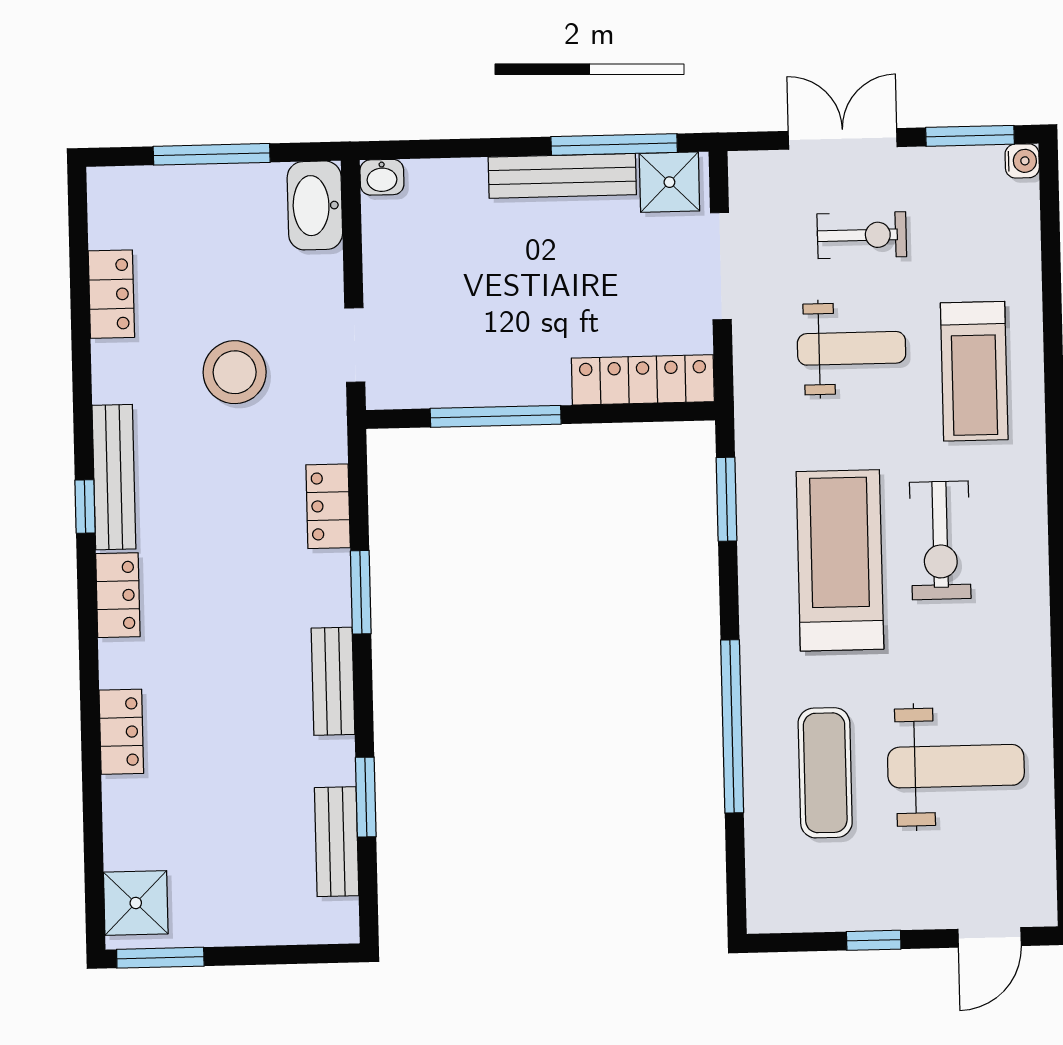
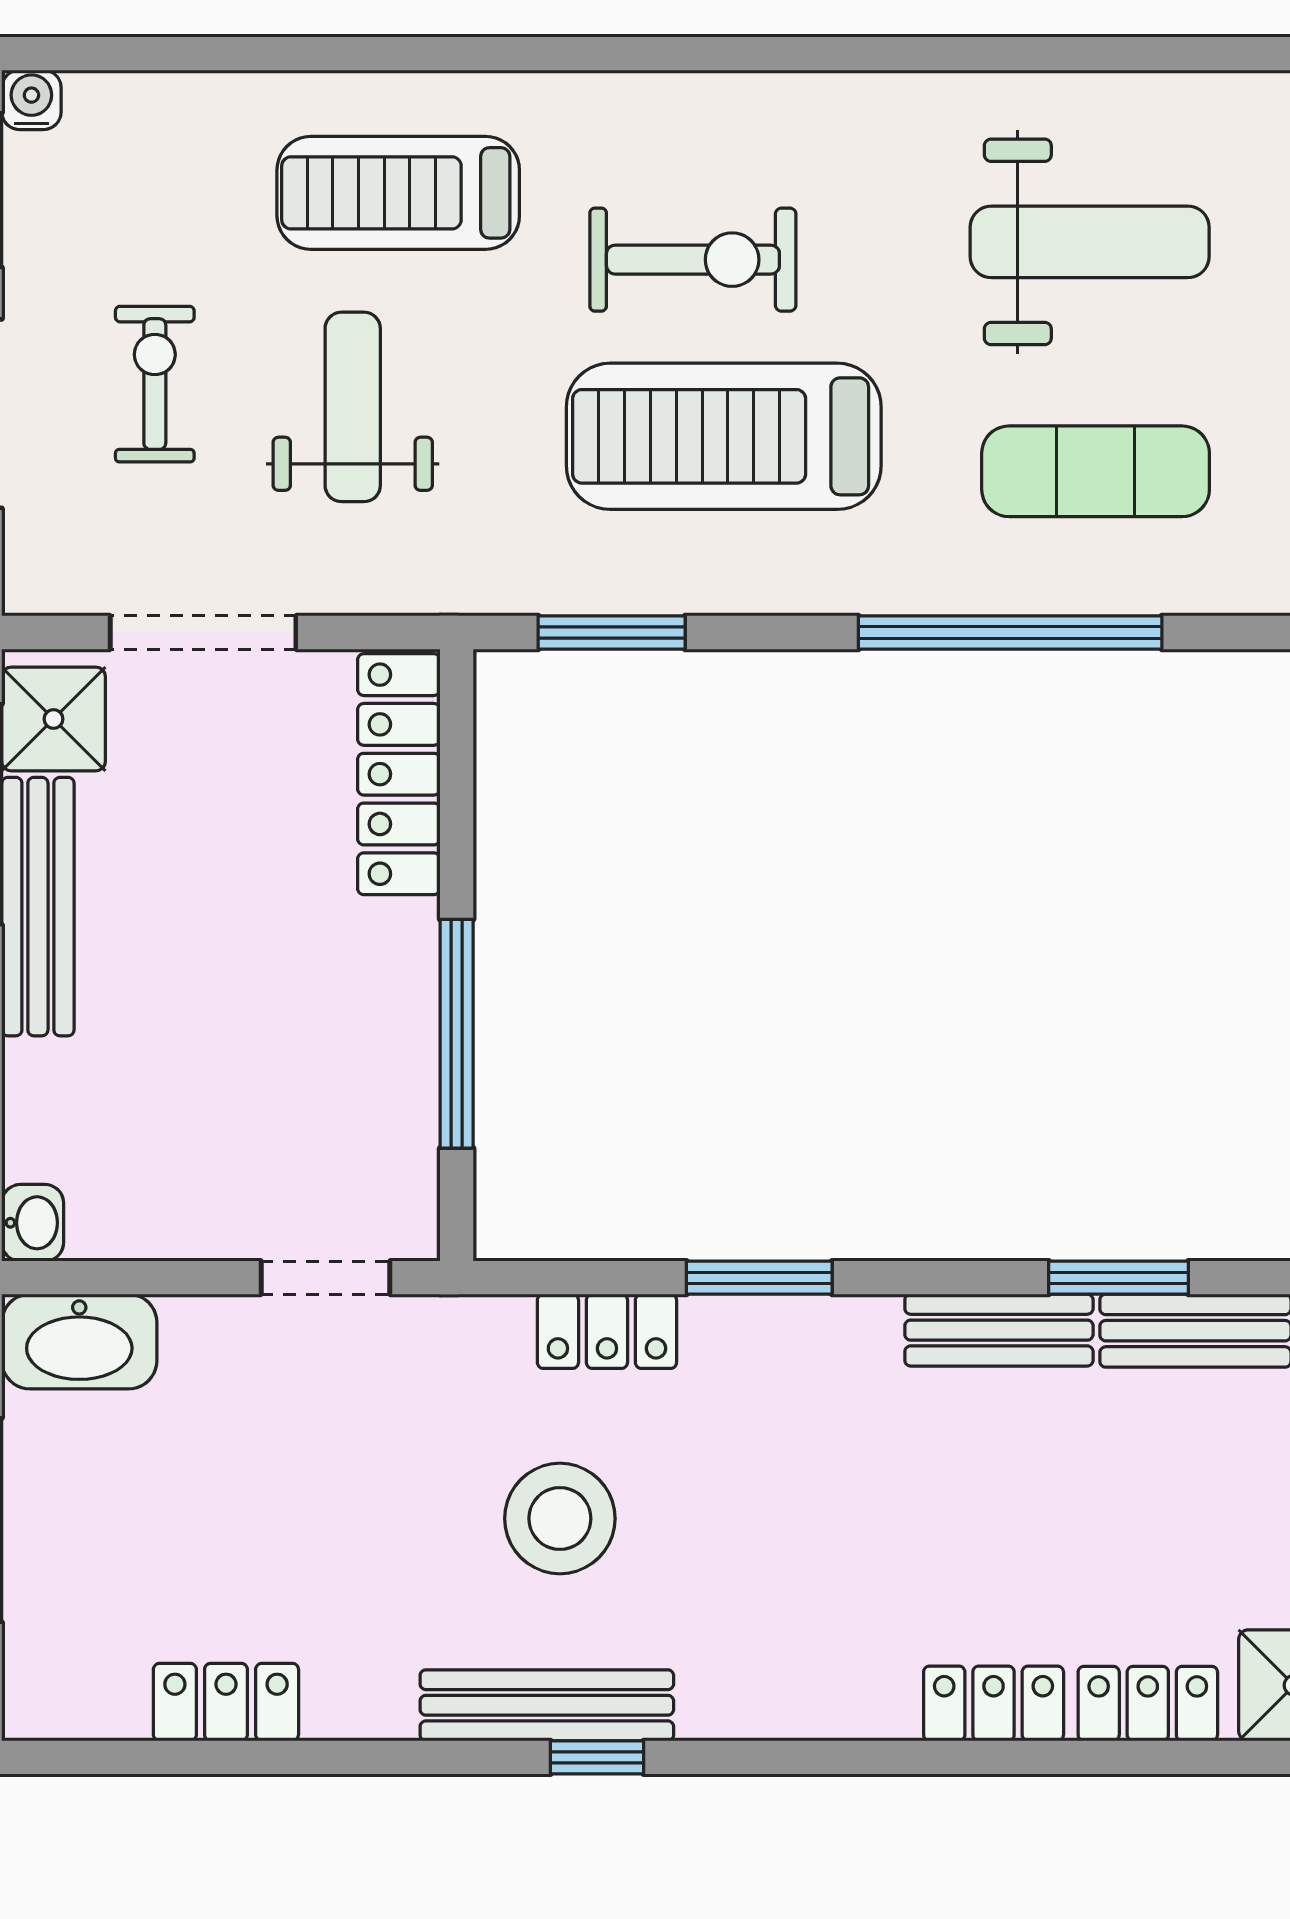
treadmill: (974, 371) -> (398, 193), turned 180
stool: (235, 372) -> (560, 1519), moved
locker: (118, 595) -> (1148, 1704), moved
bench: (333, 681) -> (999, 1330), moved
weight bench: (956, 766) -> (1090, 242), turned 90

